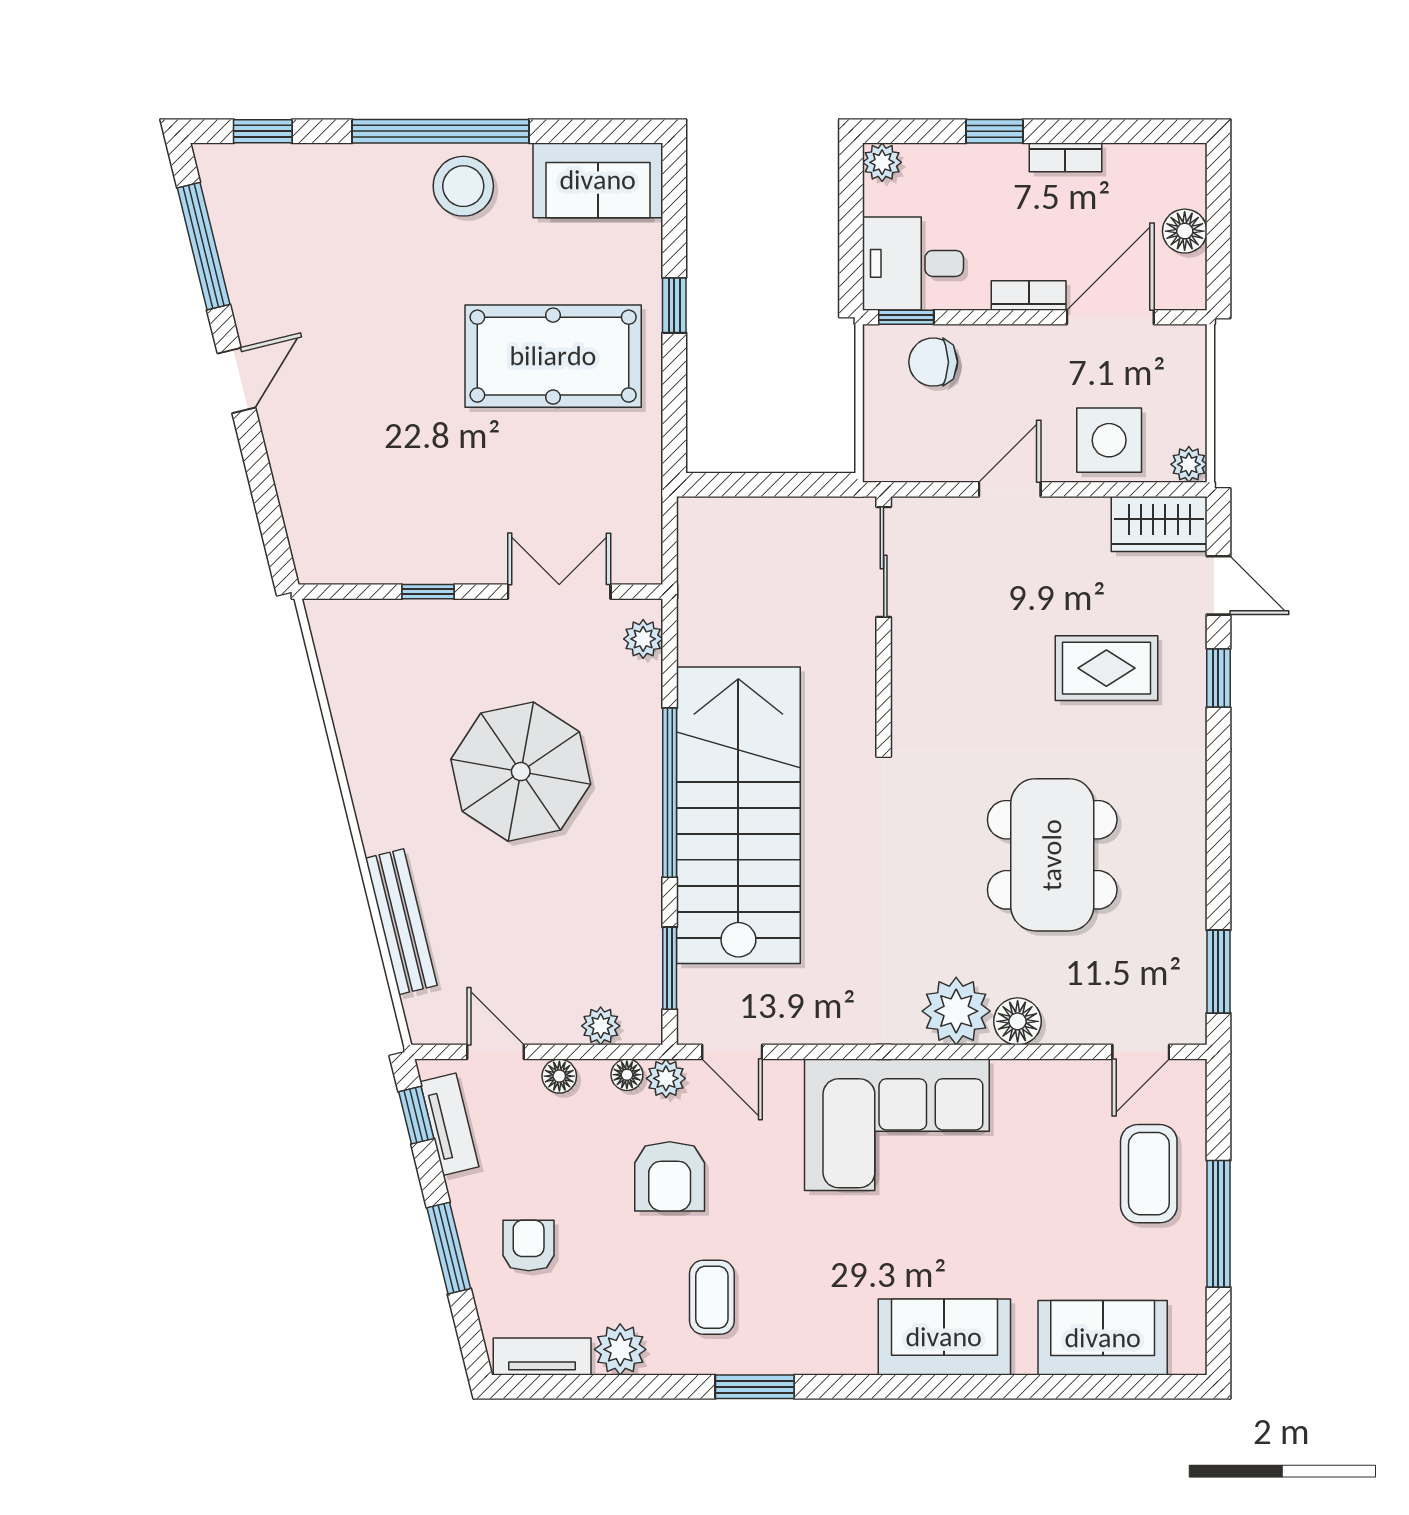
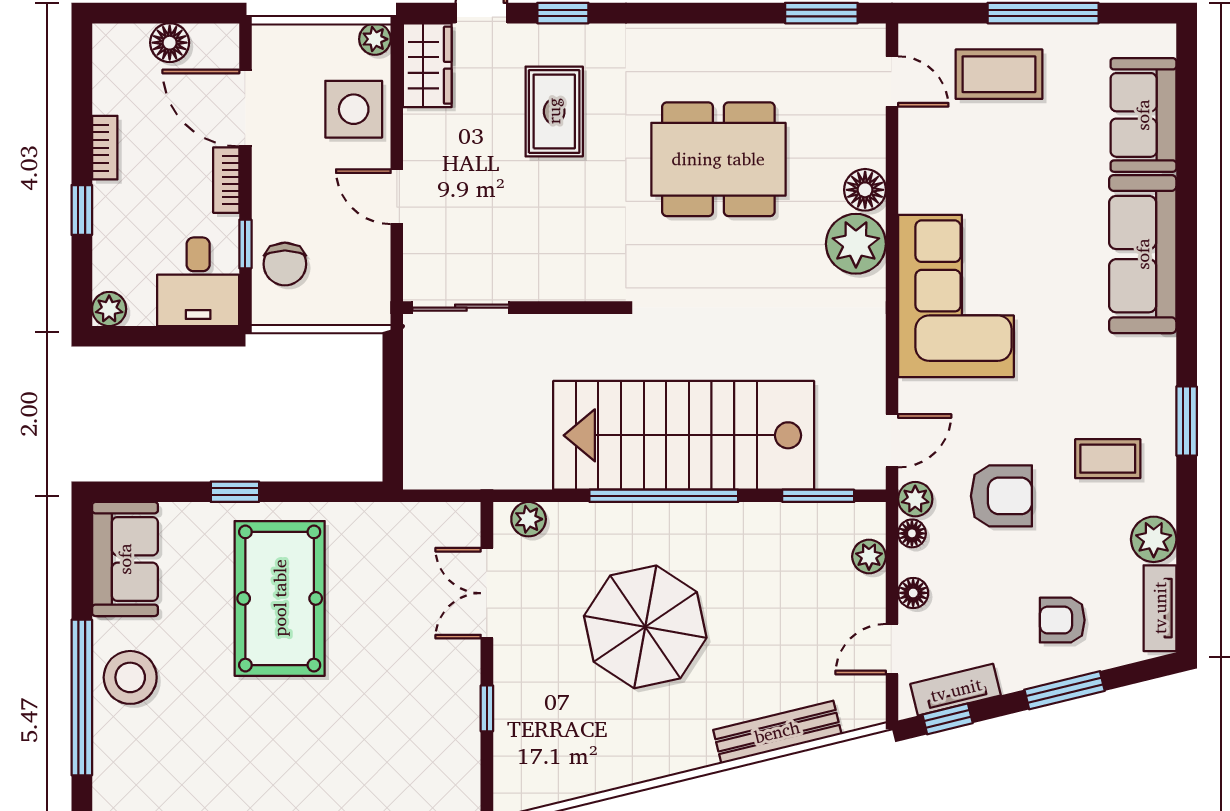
window: (906, 317) -> (245, 244), moved
sofa: (944, 1337) -> (1143, 254), width x1.36

